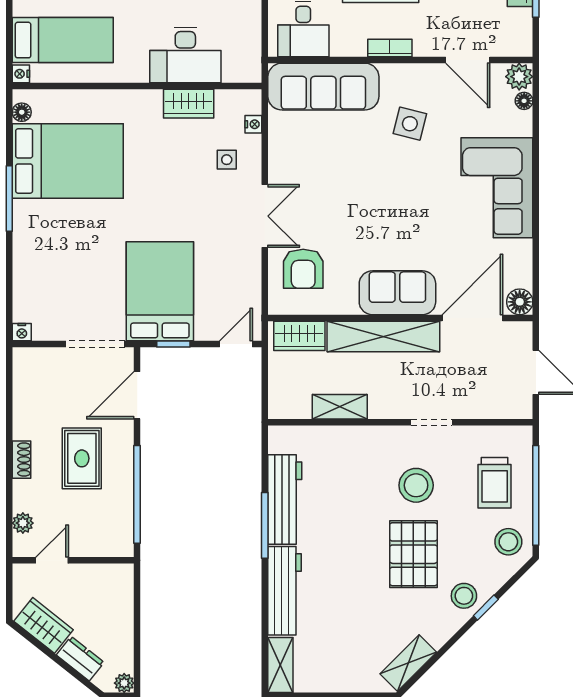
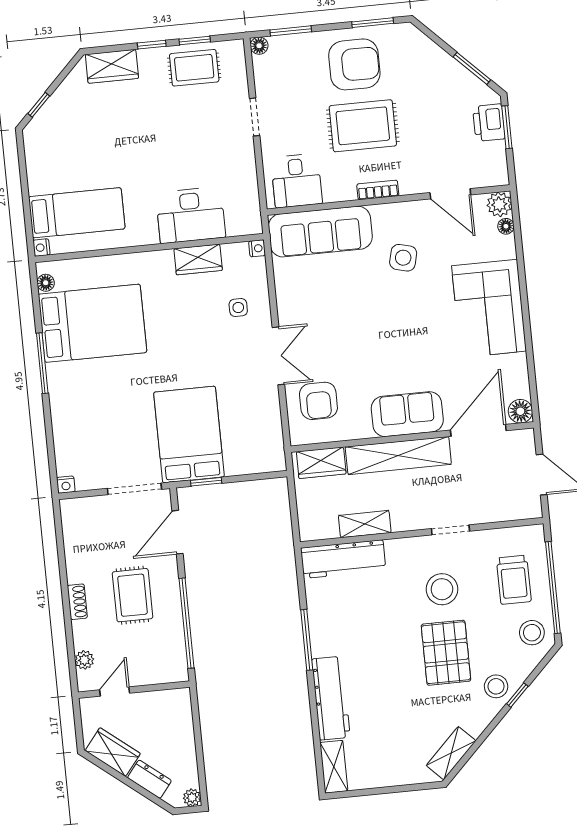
nightstand: (253, 124) -> (257, 248), moved
door: (236, 344) -> (264, 476), removed
workbench: (285, 499) -> (343, 559), moved, turned 90

